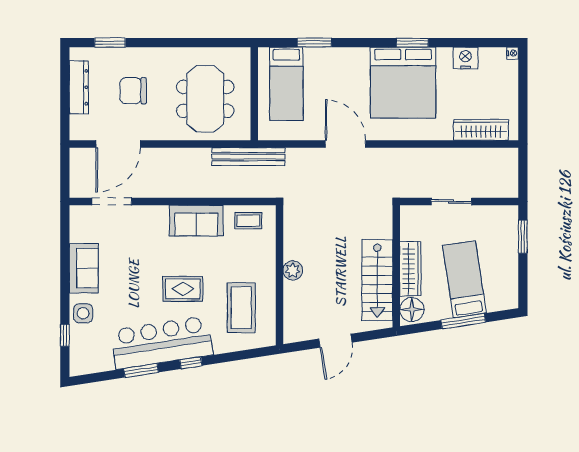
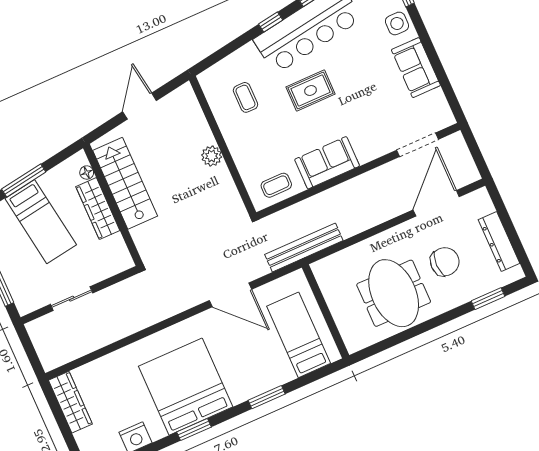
window: (314, 43) -> (267, 397), moved
meeting table: (205, 99) -> (394, 293), moved
wardrobe: (481, 130) -> (70, 402), moved, turned -90
door: (345, 144) -> (230, 295), moved
sliding door: (451, 201) -> (72, 299), moved
coffee table: (241, 308) -> (245, 97), width x0.54, depth x0.58
floor lamp: (412, 310) -> (87, 173), width x0.53, depth x0.53

